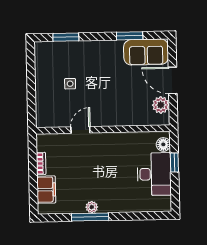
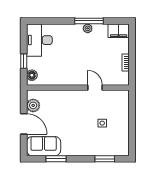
door: (80, 130) -> (95, 88), swing flipped
desk: (154, 174) -> (39, 40), moved
filing cabinet: (46, 190) -> (119, 31), moved, turned -90

